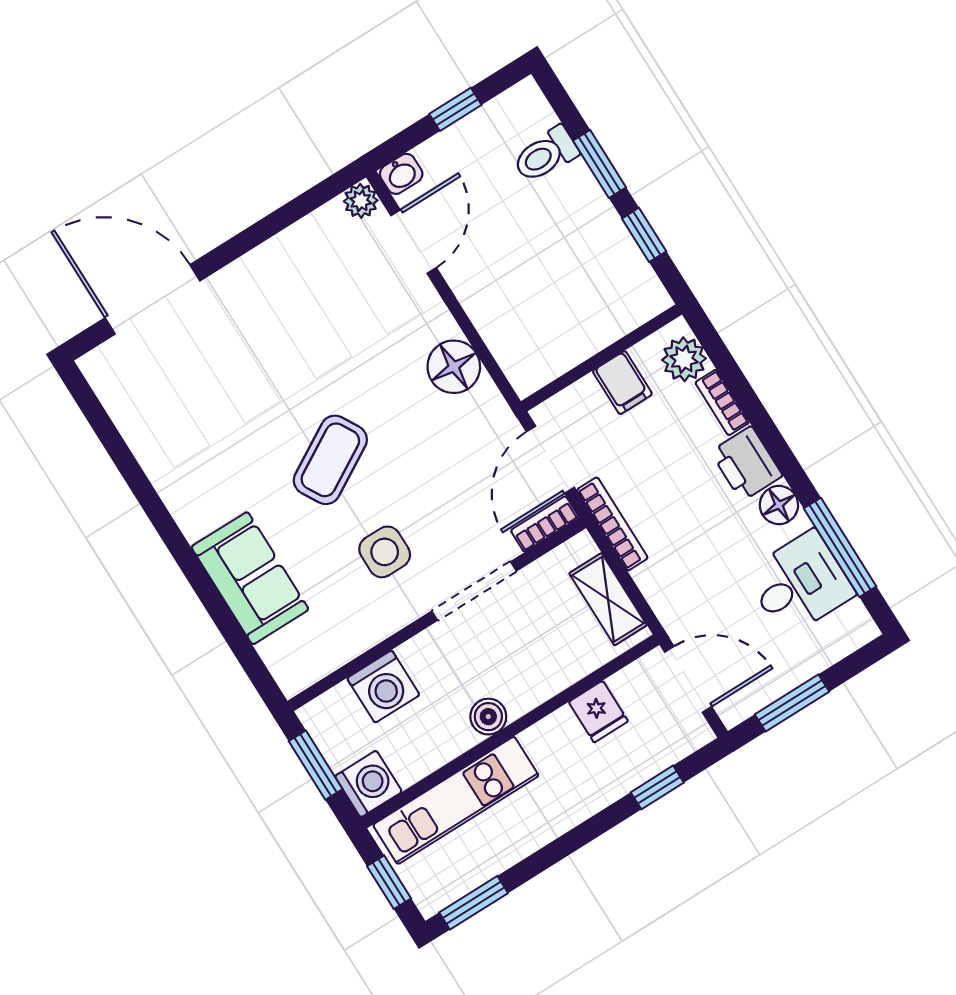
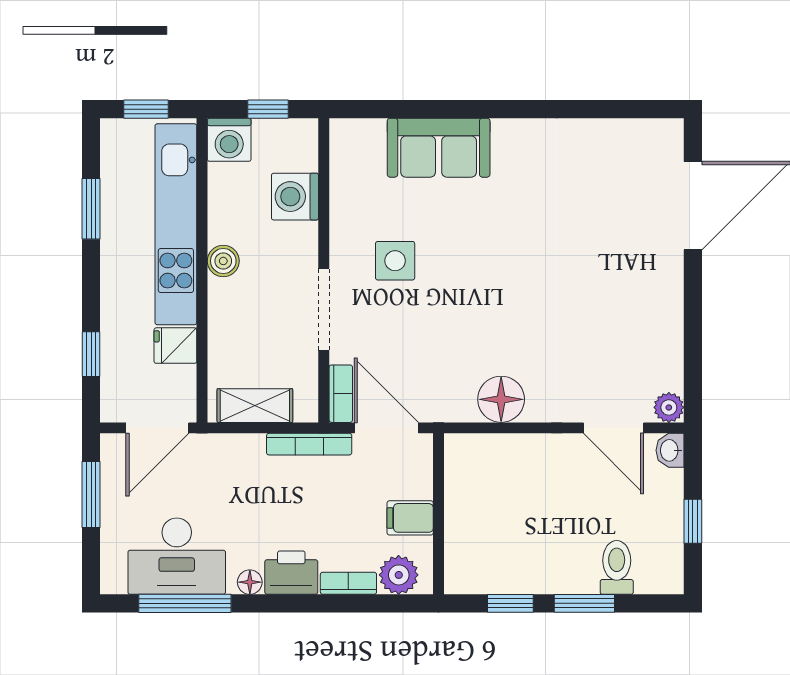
coffee table: (330, 460) -> (489, 263), removed
floor lamp: (779, 505) -> (250, 582), width x0.73, depth x0.73
desk: (800, 584) -> (177, 556), width x1.37
window: (316, 765) -> (268, 109), width x0.67
kitchen unit: (456, 800) -> (176, 224), width x1.36
window: (474, 903) -> (91, 209), moved

